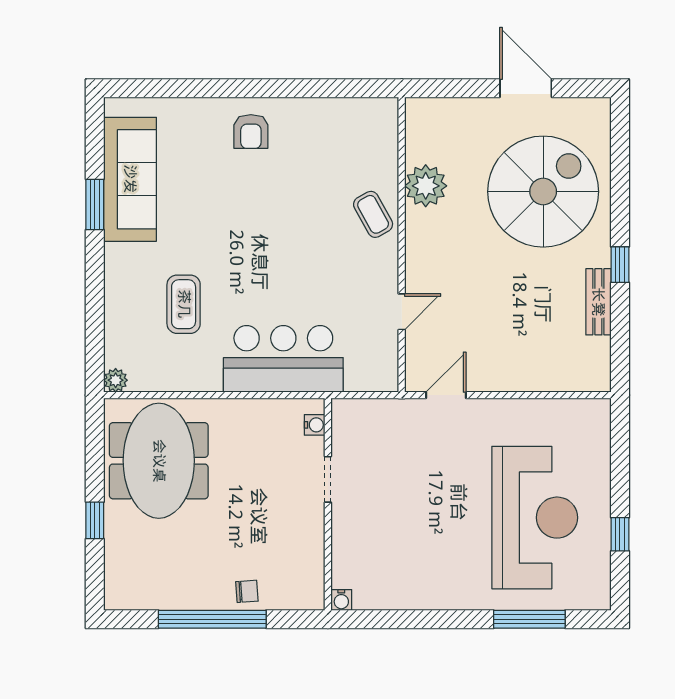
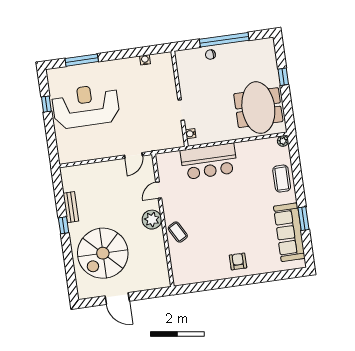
plant: (426, 186) -> (152, 220), moved
coffee table: (184, 304) -> (282, 179), moved
reception desk: (535, 518) -> (86, 106), turned 90
water cooler: (341, 600) -> (145, 60), moved

